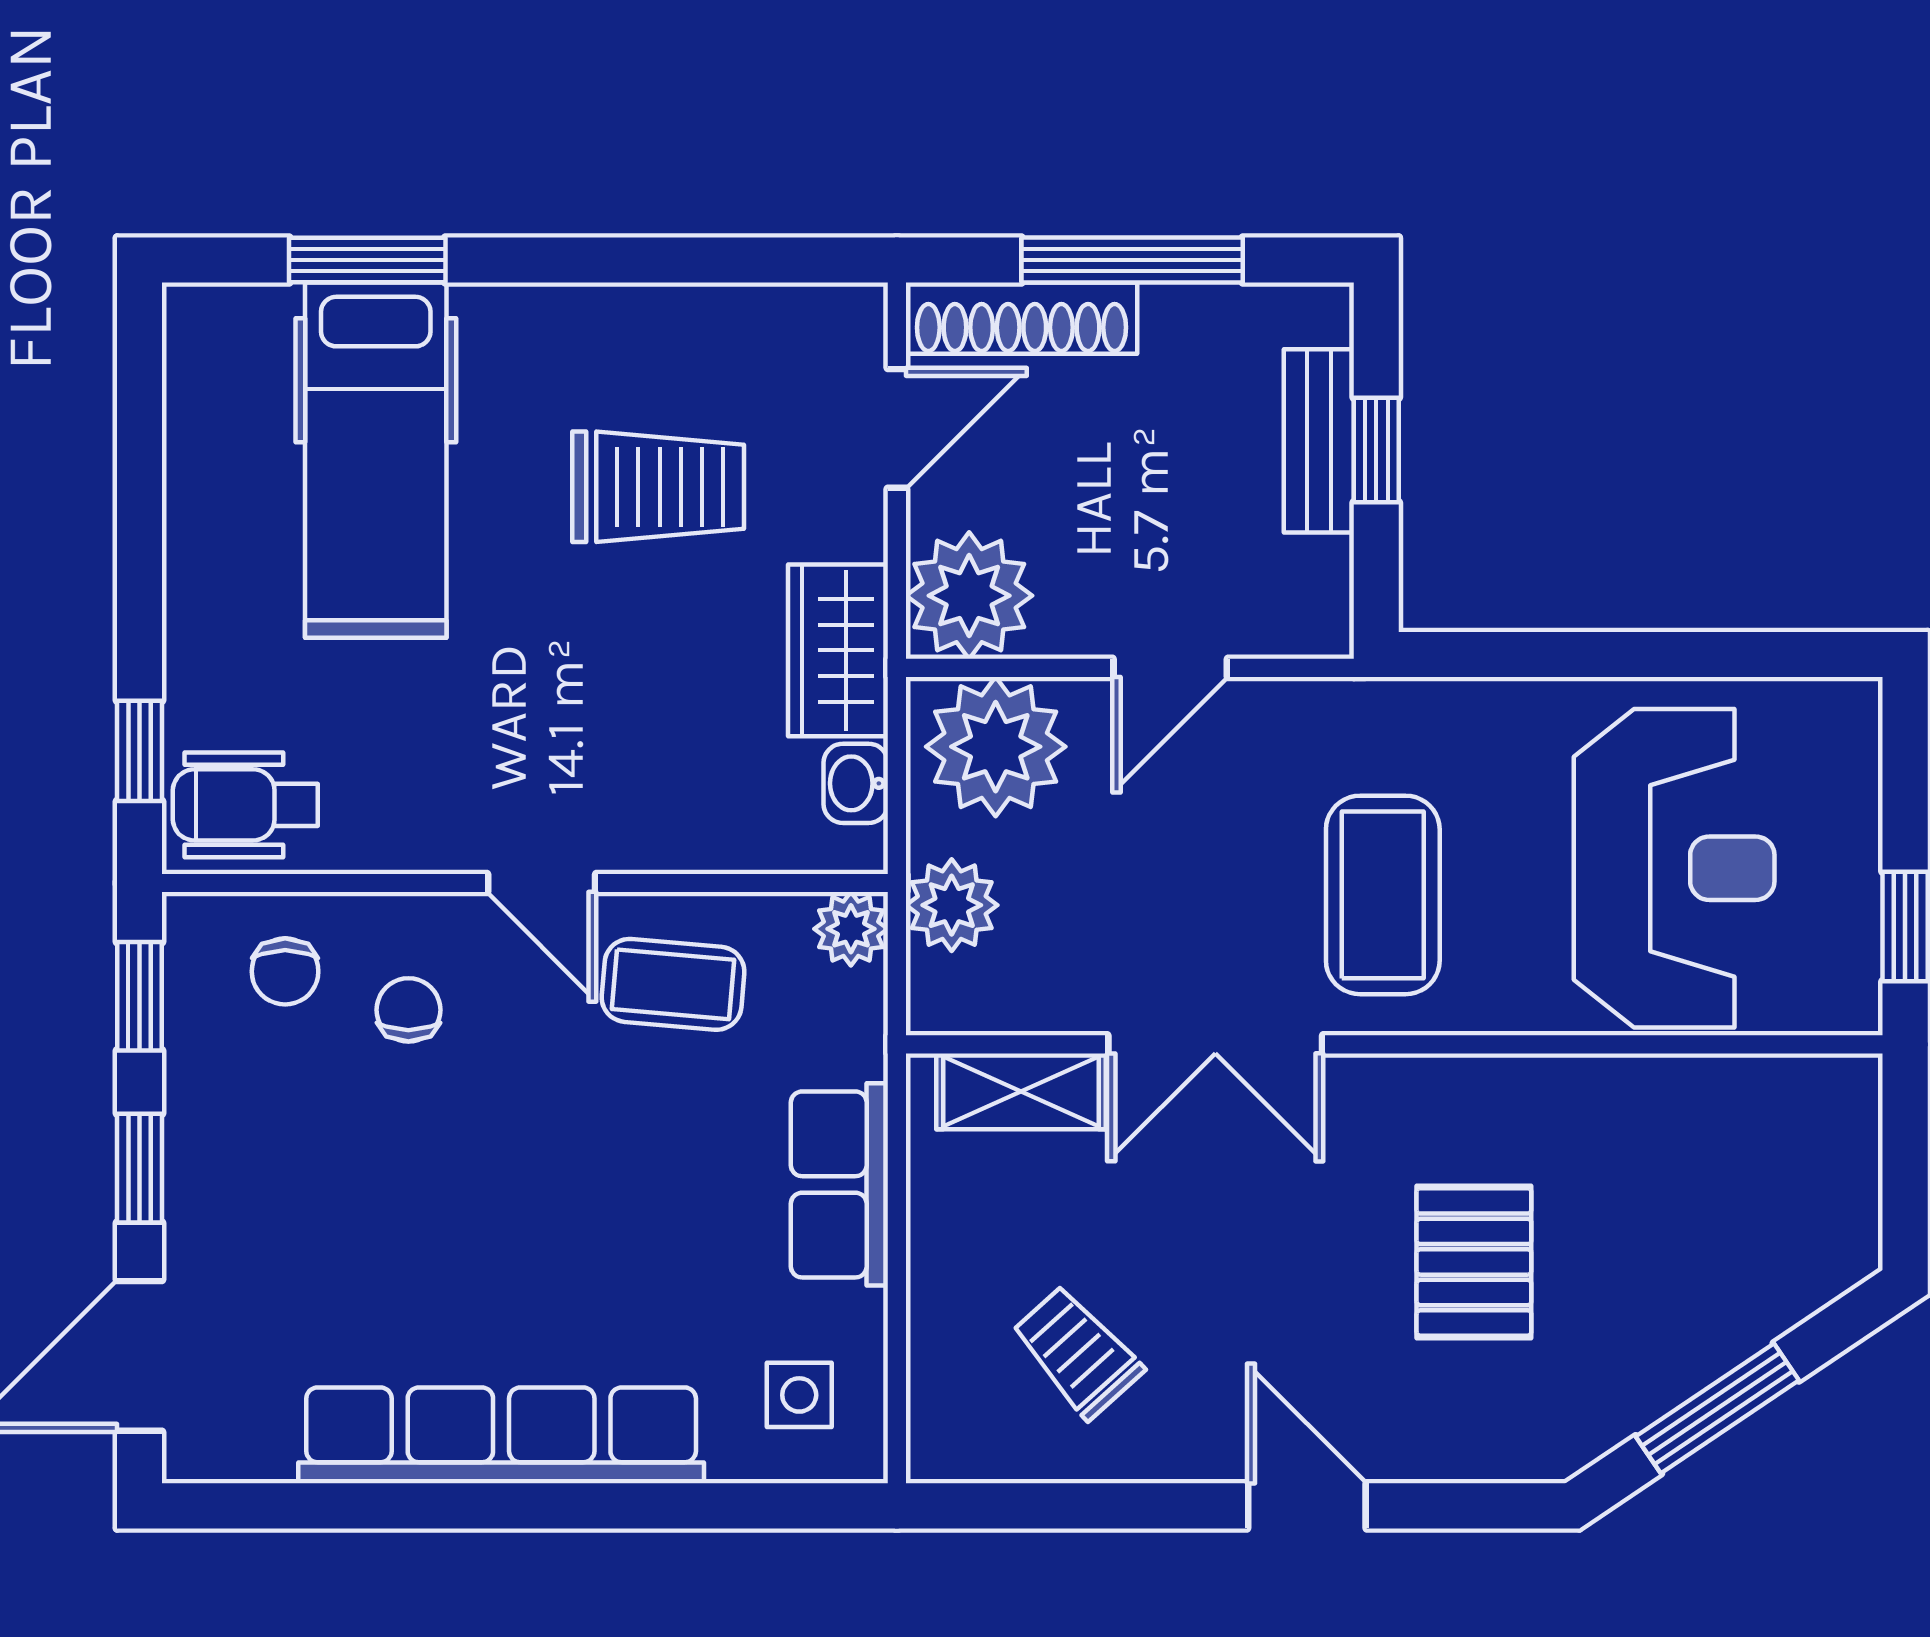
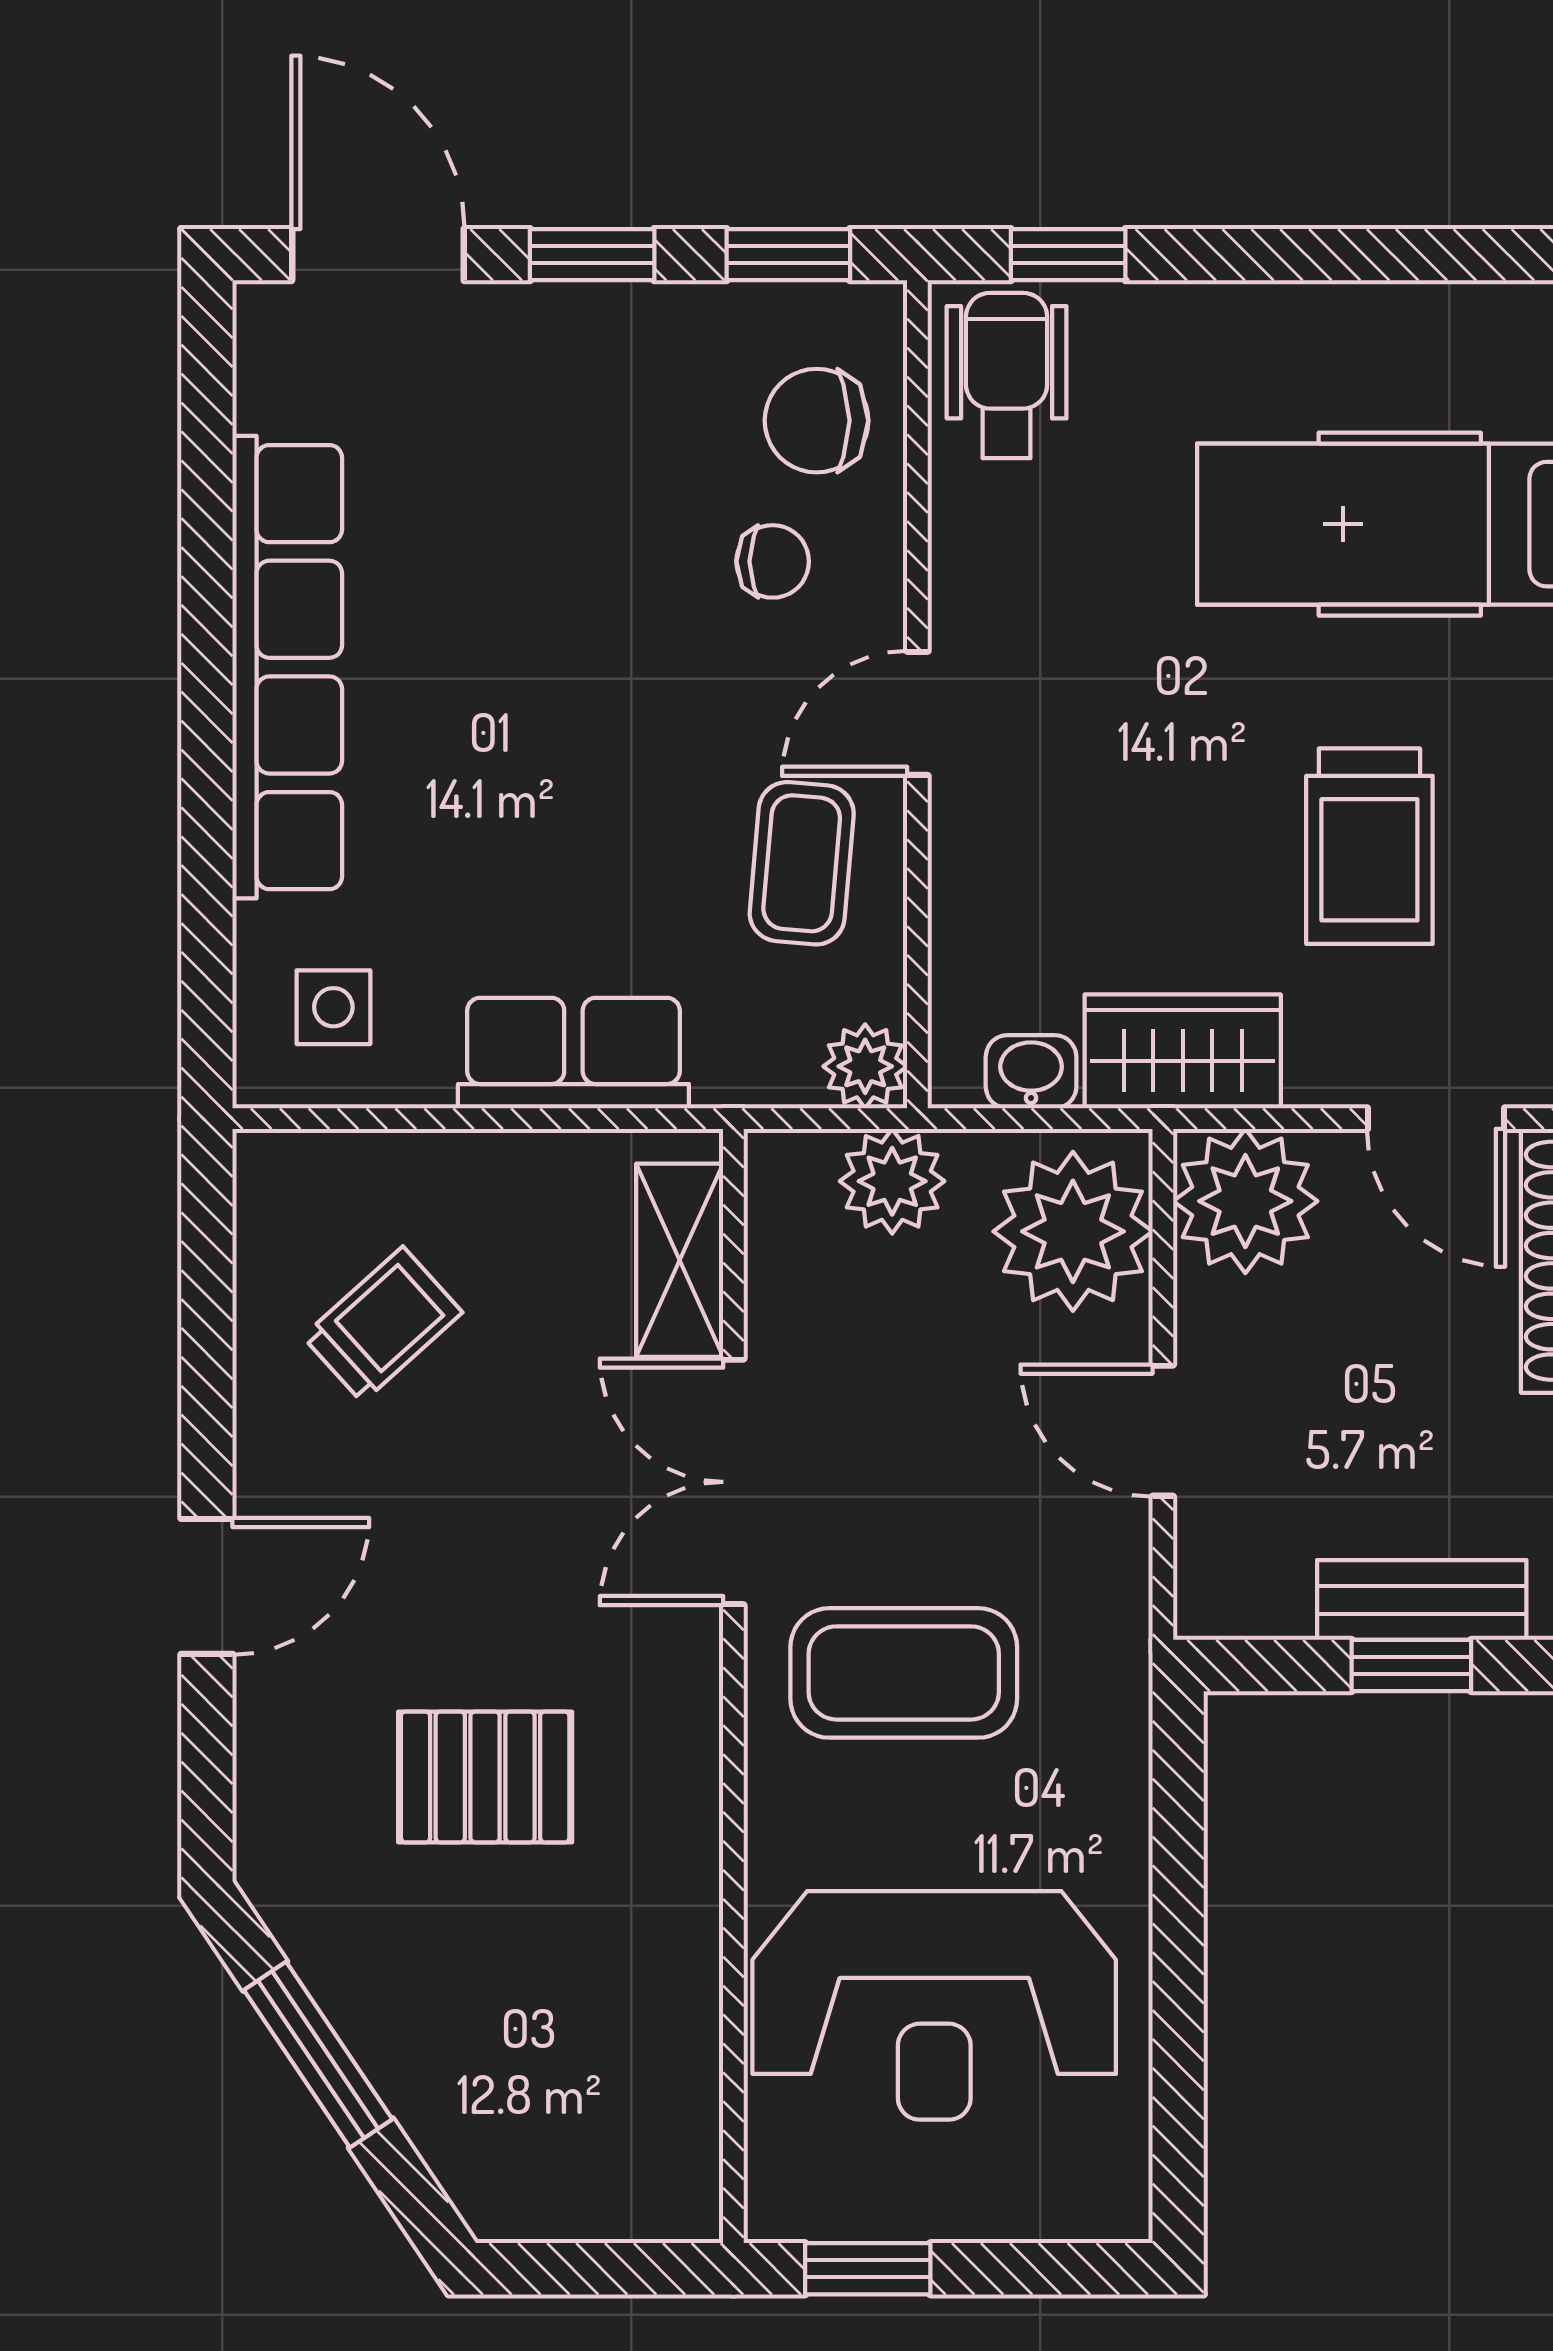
chair: (285, 971) -> (817, 421), width x1.37, depth x1.37

